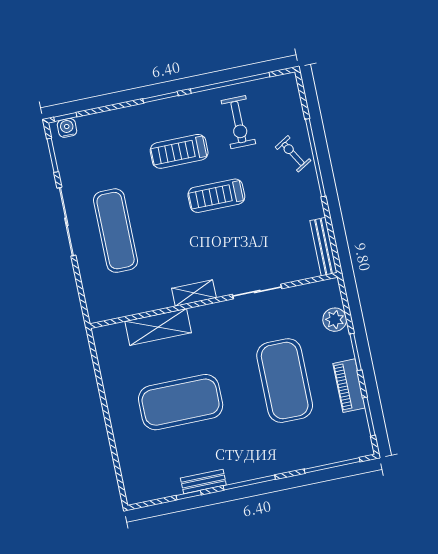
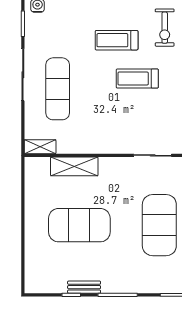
shelving: (194, 293) -> (40, 147), moved

